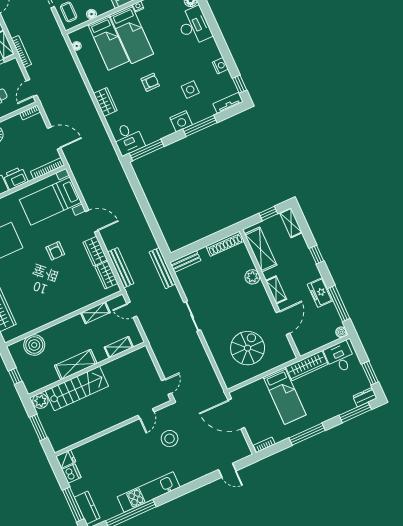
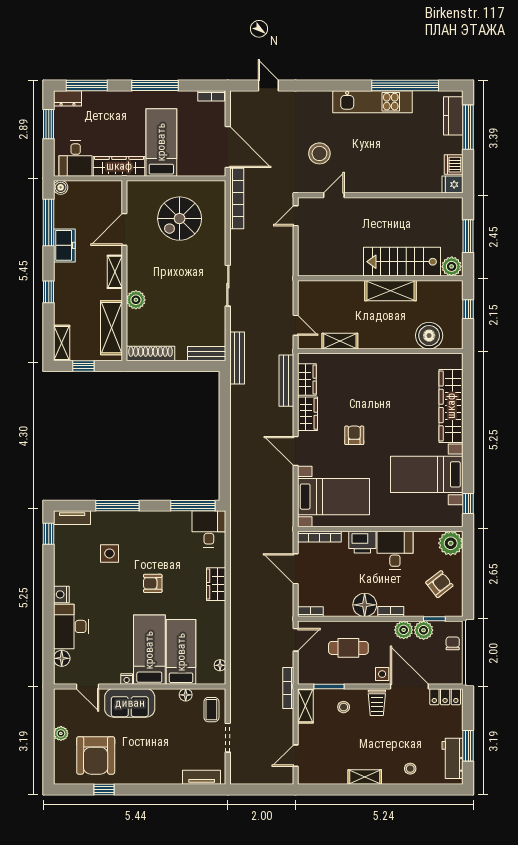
nightstand: (220, 66) -> (61, 594), moved
nightstand: (181, 121) -> (137, 521), removed
shelving: (119, 347) -> (331, 288), removed
bookcase: (214, 380) -> (237, 199), added

